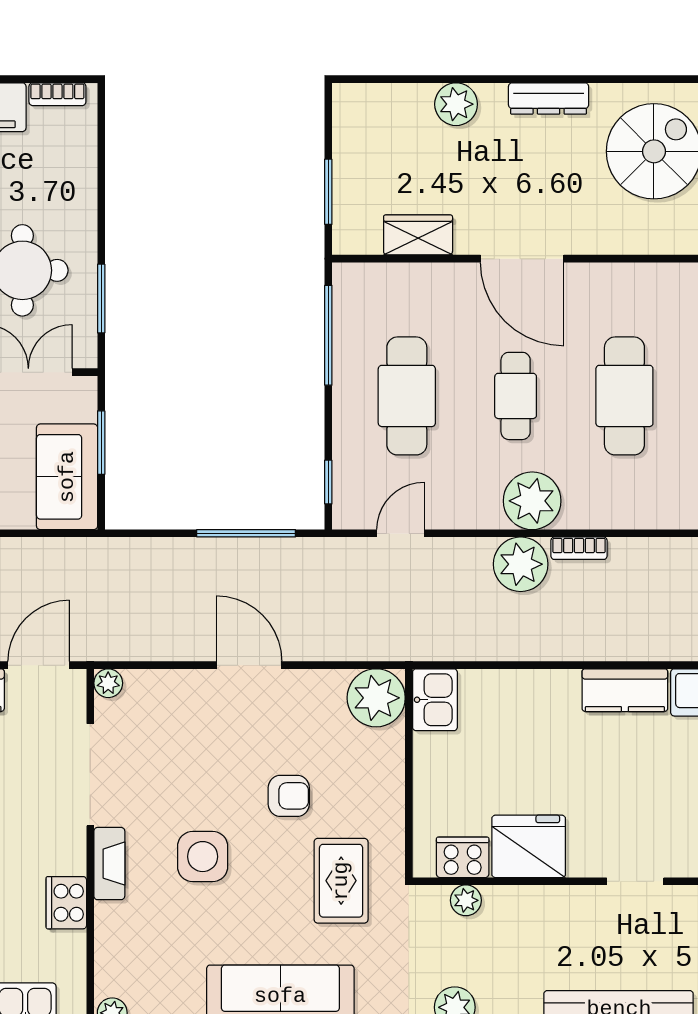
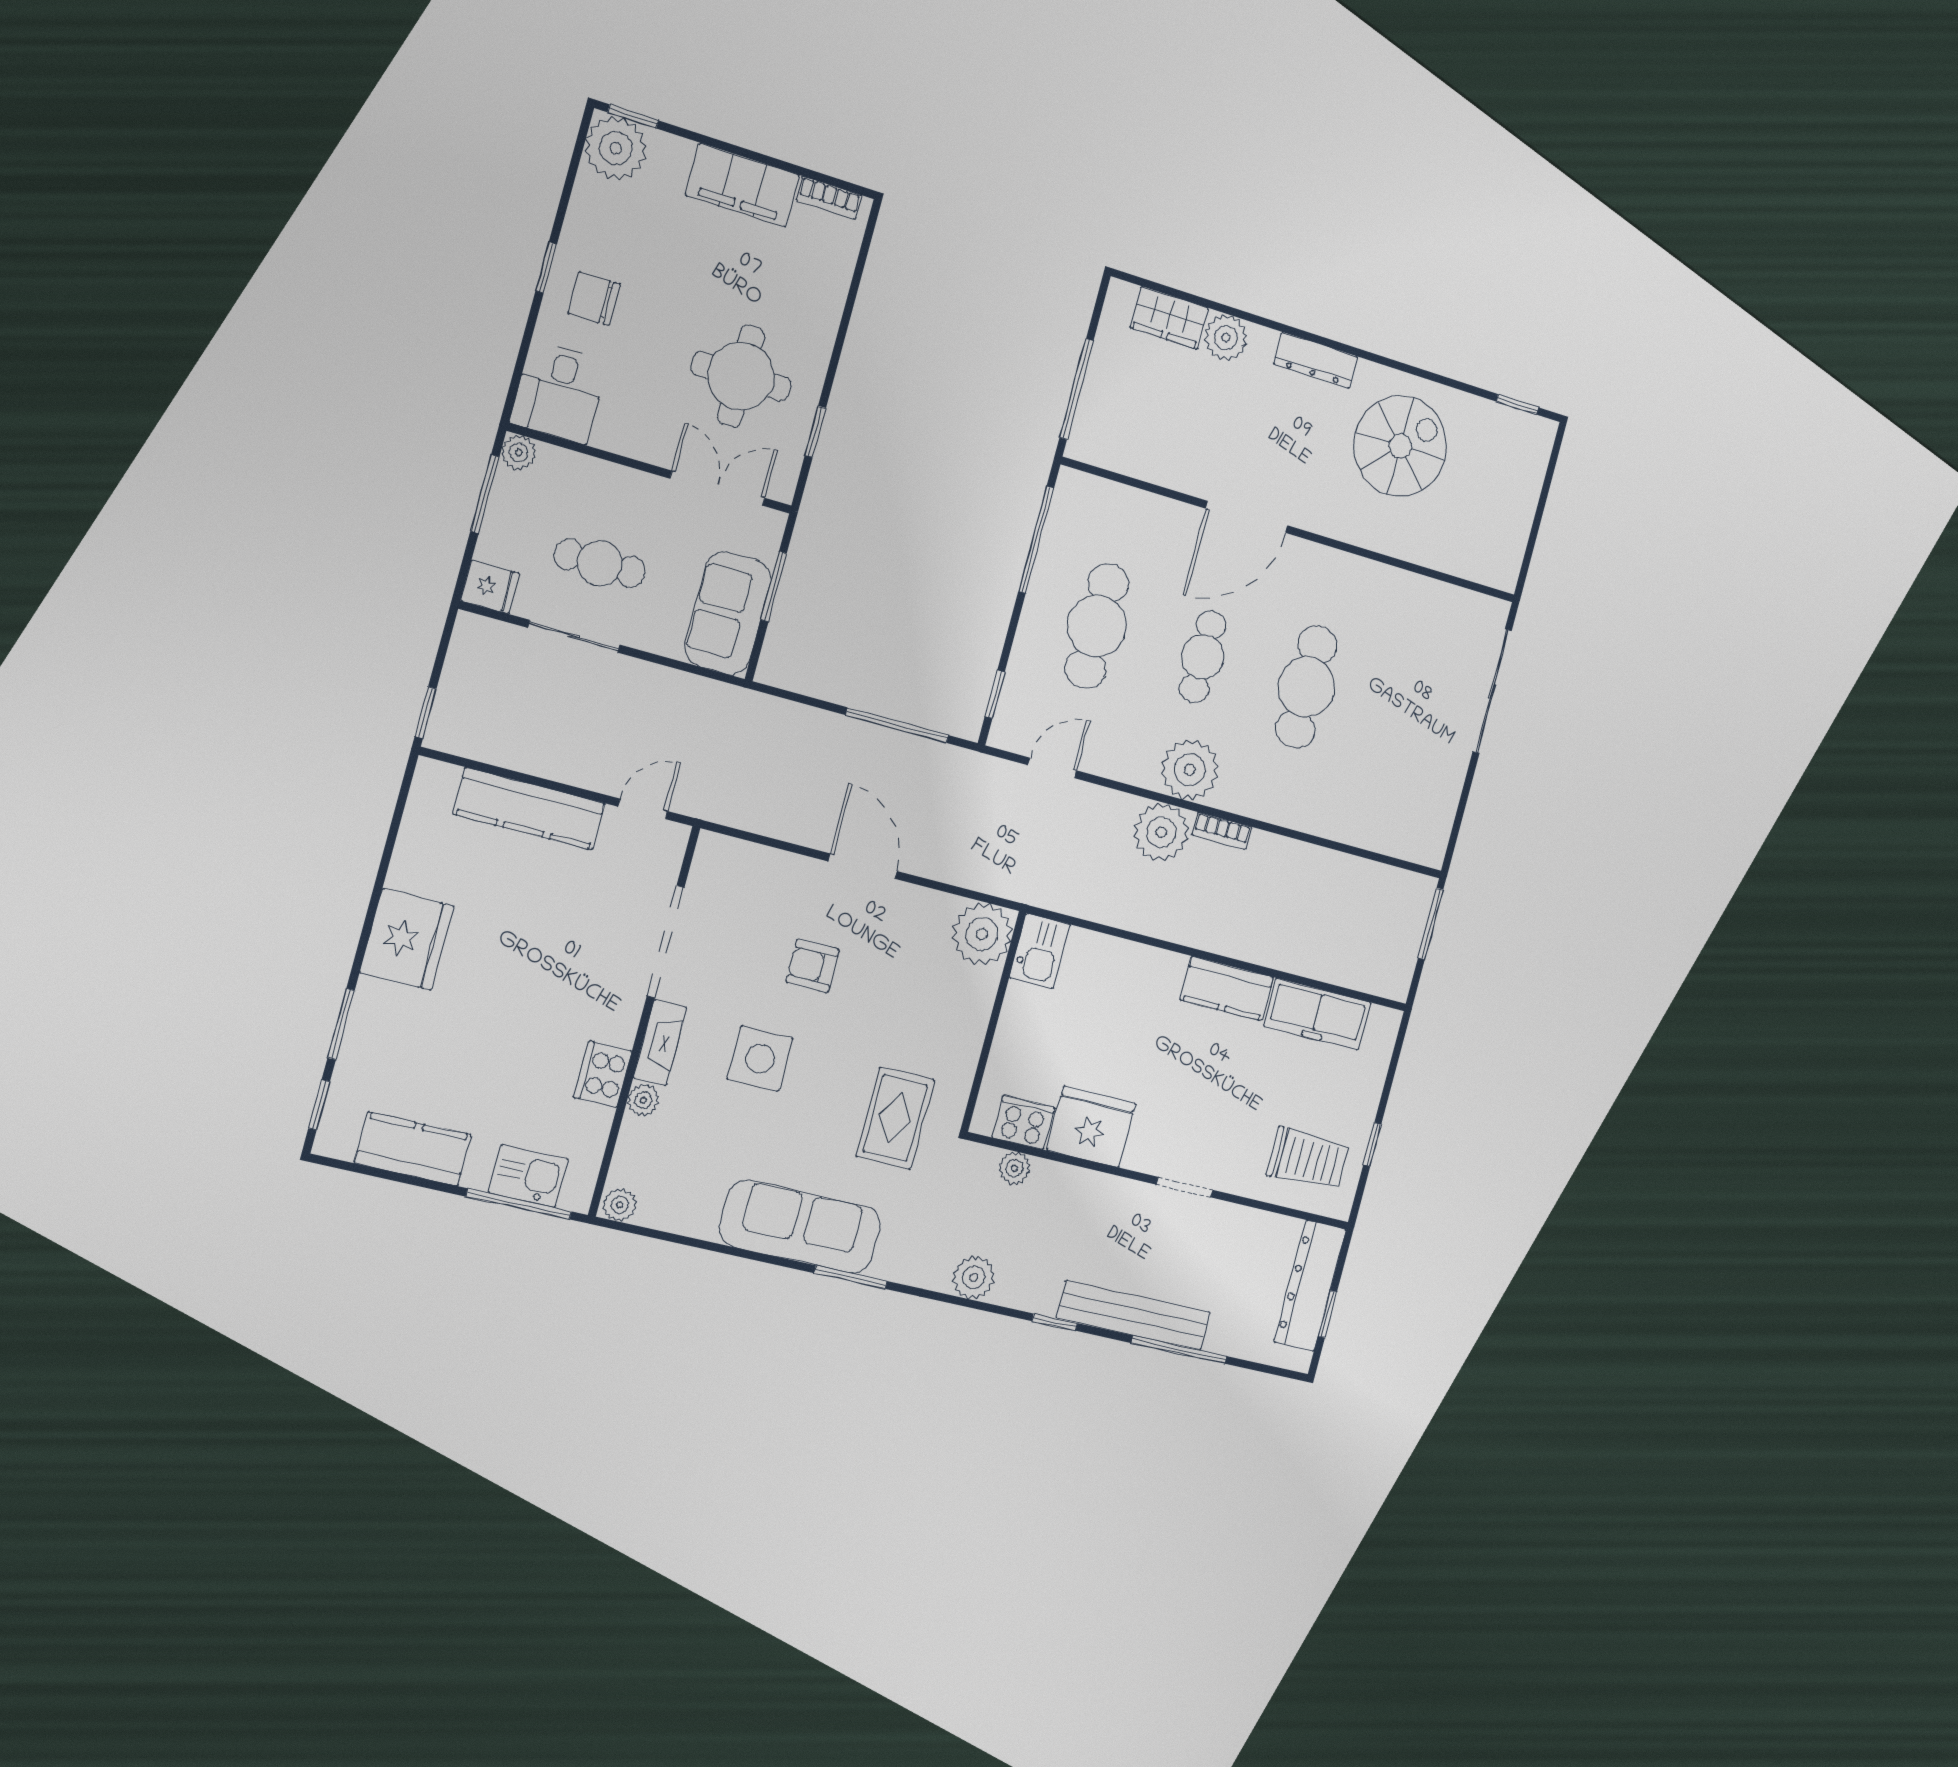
window: (328, 192) -> (1076, 389), width x1.44
wardrobe: (418, 235) -> (1169, 318), moved, turned 180
door: (522, 259) -> (1247, 517), hinge flipped
window: (101, 299) -> (815, 432), width x0.67
door: (39, 665) -> (643, 809), width x0.73
plant: (108, 683) -> (643, 1100), moved
armchair: (289, 796) -> (812, 966), moved, turned 180

